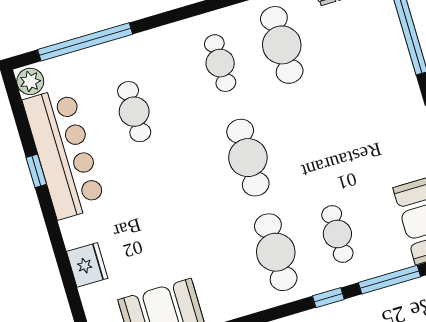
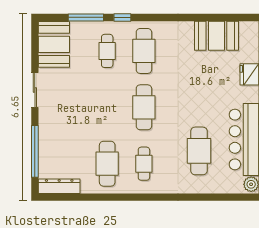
window: (85, 42) -> (215, 197), removed
cafe table: (134, 112) -> (199, 151), width x1.37, depth x1.35

